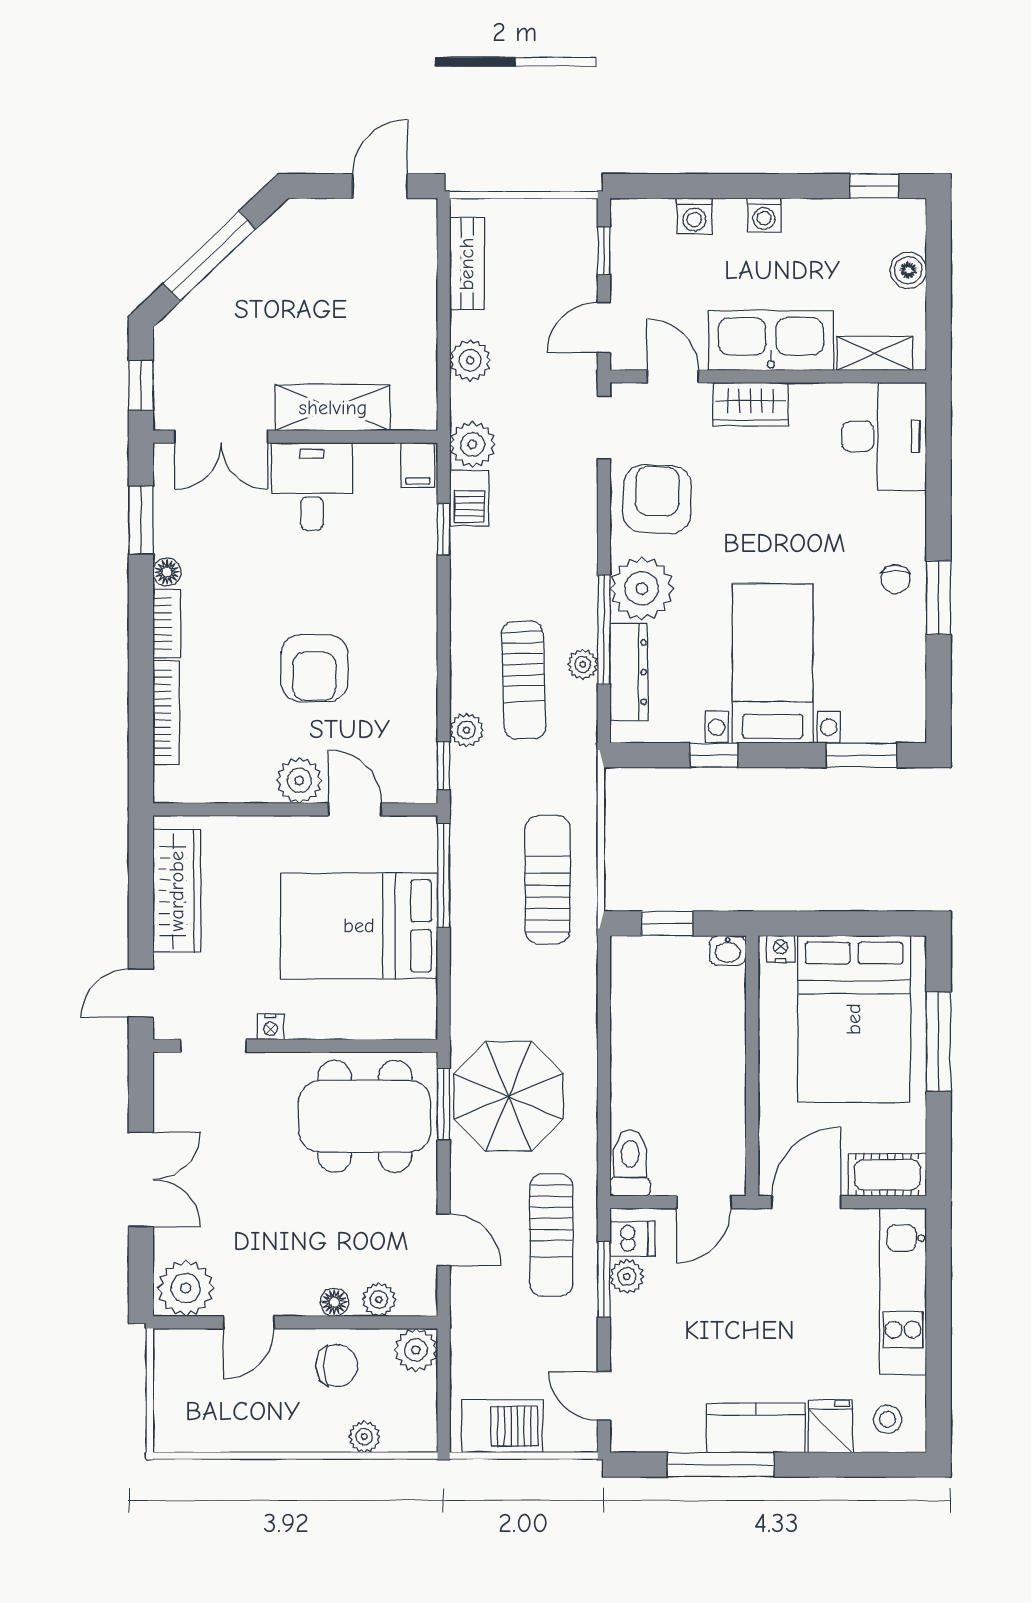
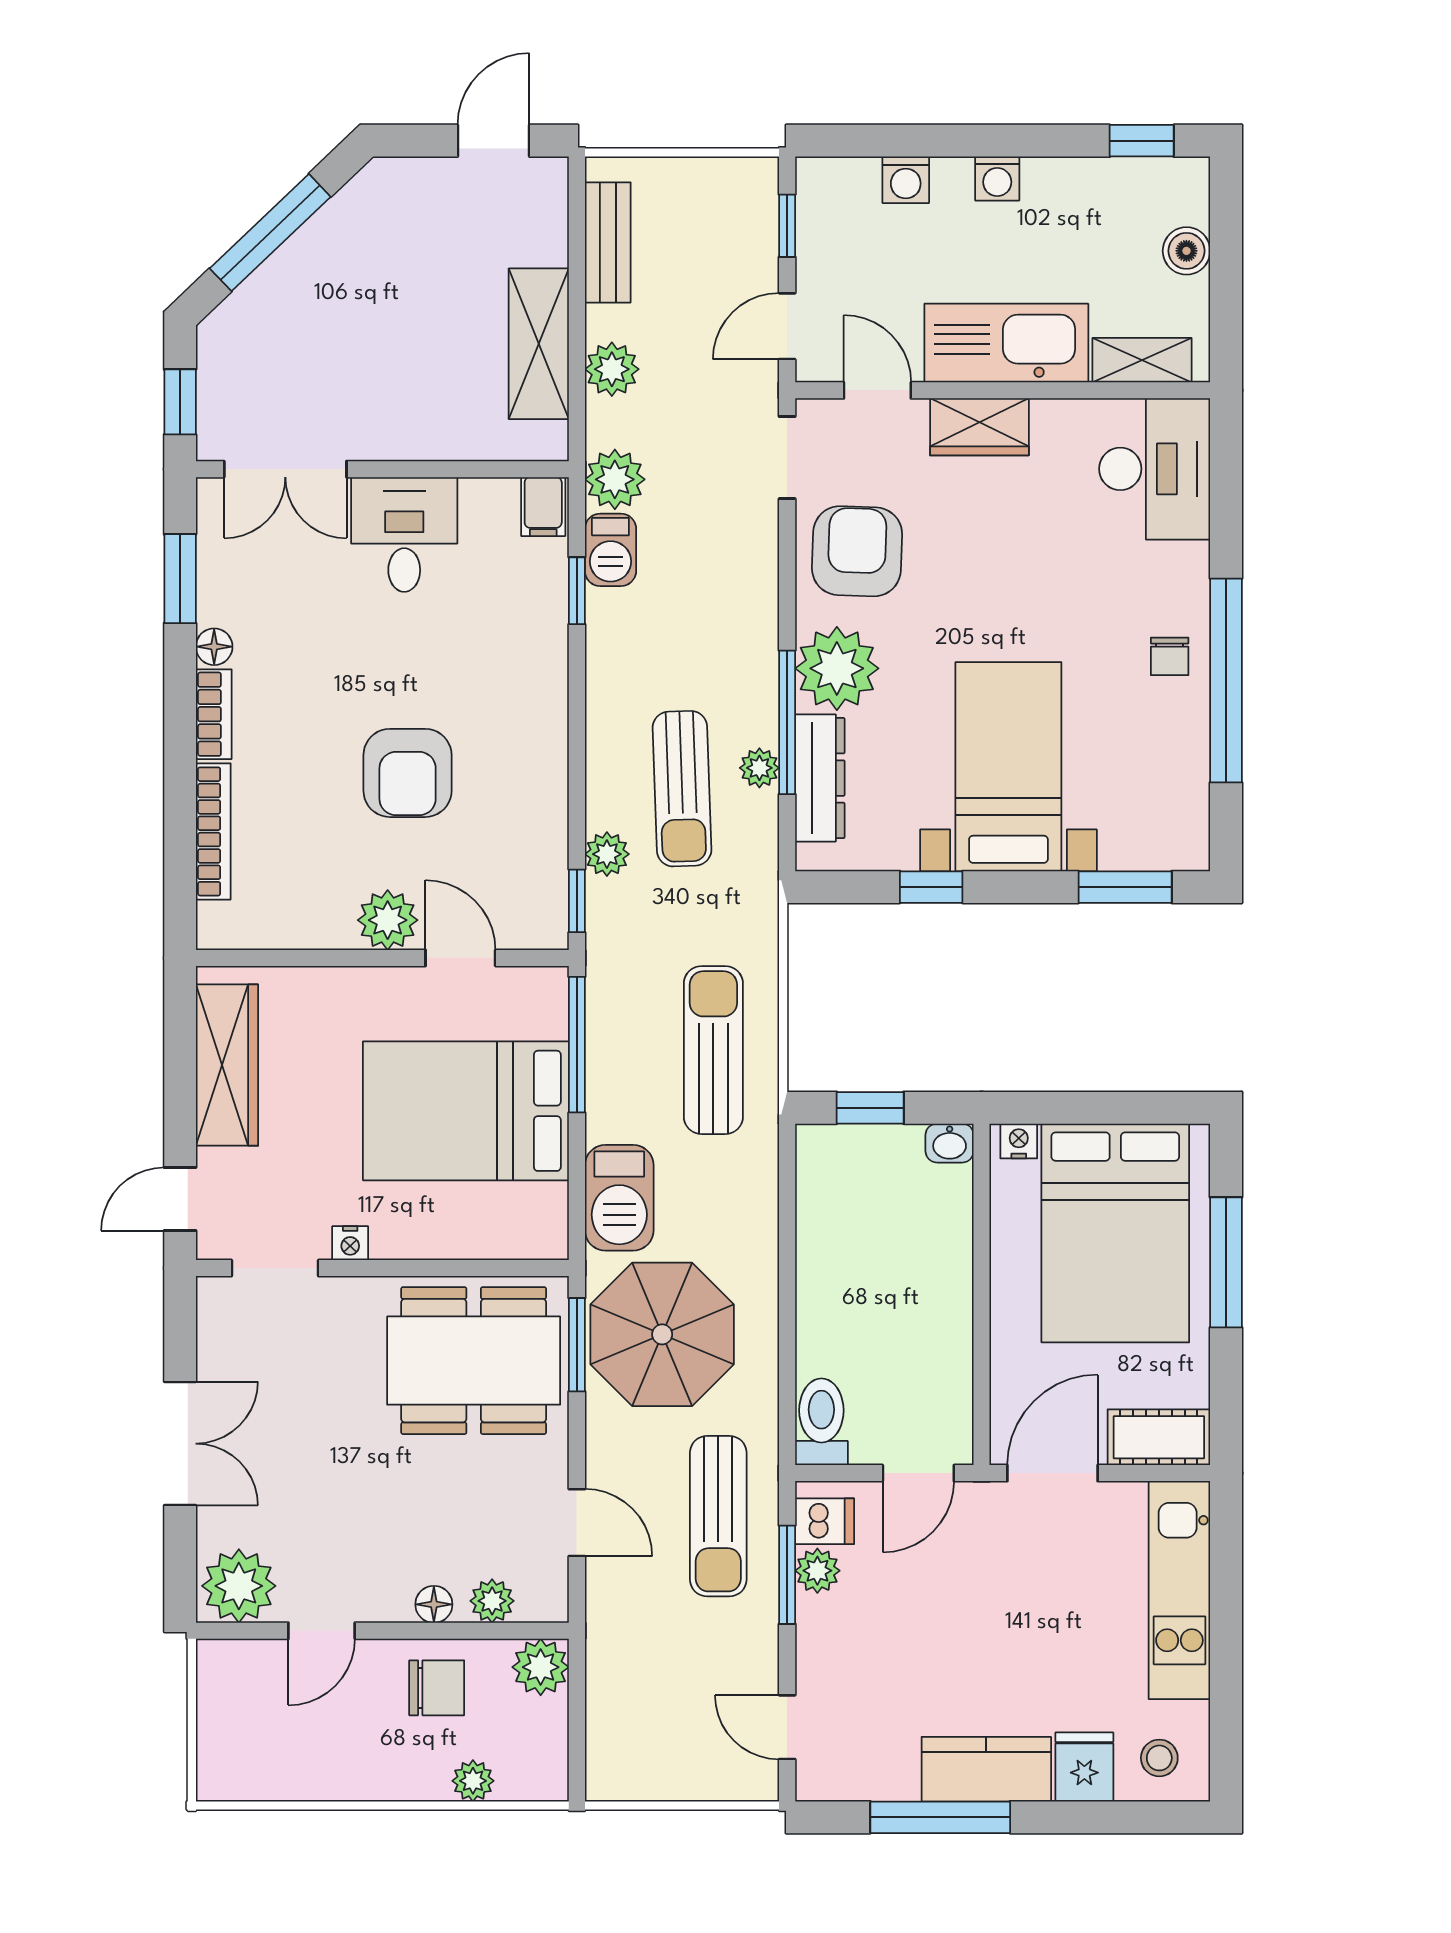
shelving: (333, 408) -> (539, 344), moved, turned 90
window: (938, 598) -> (1226, 681), width x2.11
barbecue: (502, 1426) -> (619, 1198), moved, turned 90

